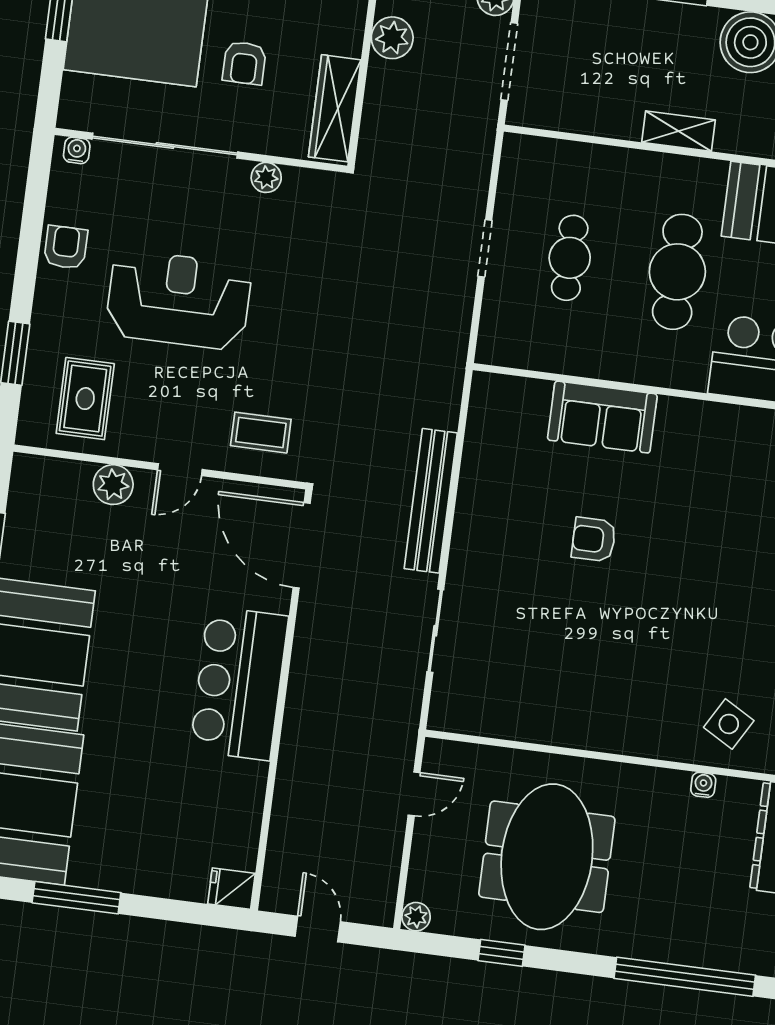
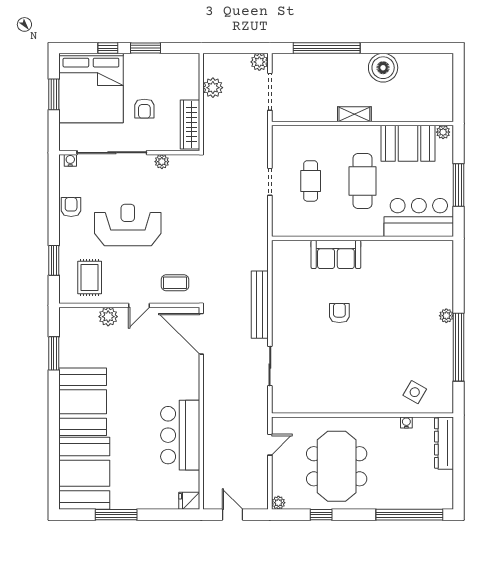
armchair: (594, 539) -> (339, 313), turned 90
bar counter: (239, 683) -> (180, 435), moved

